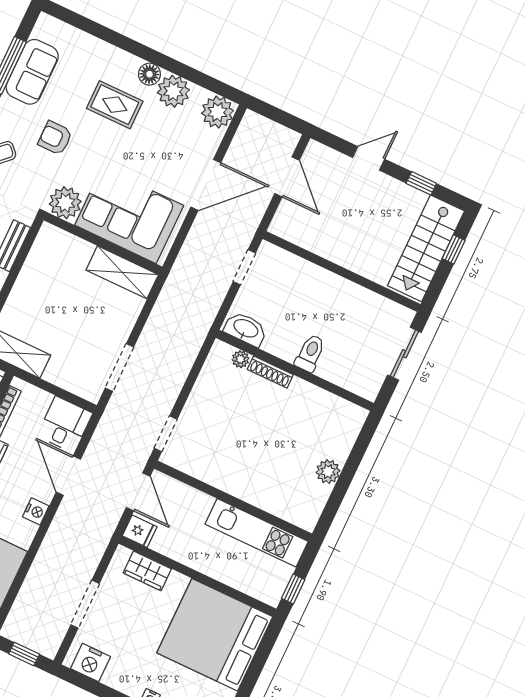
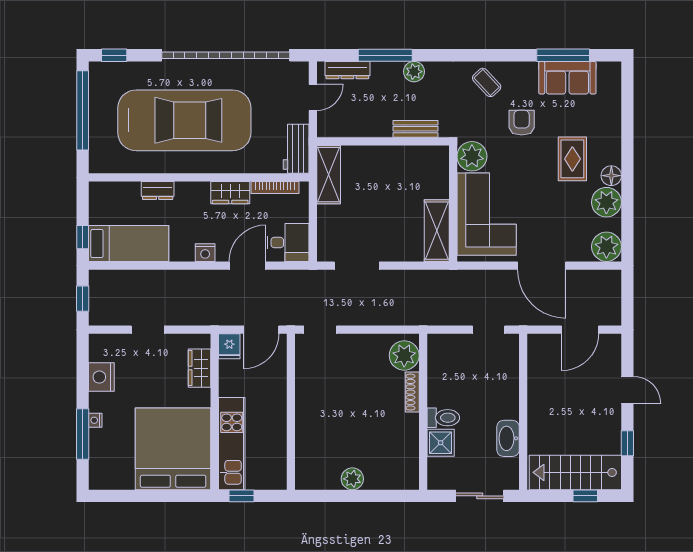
washbasin: (246, 329) -> (508, 438), moved, turned 180
plant: (240, 359) -> (404, 355), width x1.88, depth x1.88
shower: (334, 368) -> (441, 443), added
kitchen unit: (257, 533) -> (232, 444), moved, turned 180
doorway: (85, 604) -> (148, 330), width x0.73
nightstand: (90, 663) -> (101, 377), moved

